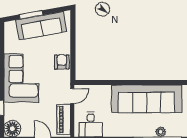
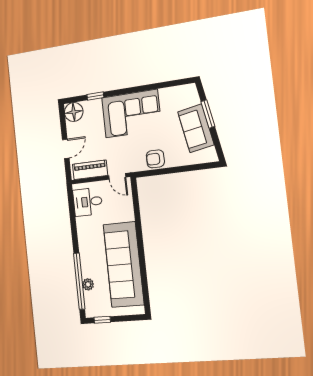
sofa: (41, 26) -> (196, 128), width x0.73
armchair: (62, 62) -> (155, 159), turned 180

